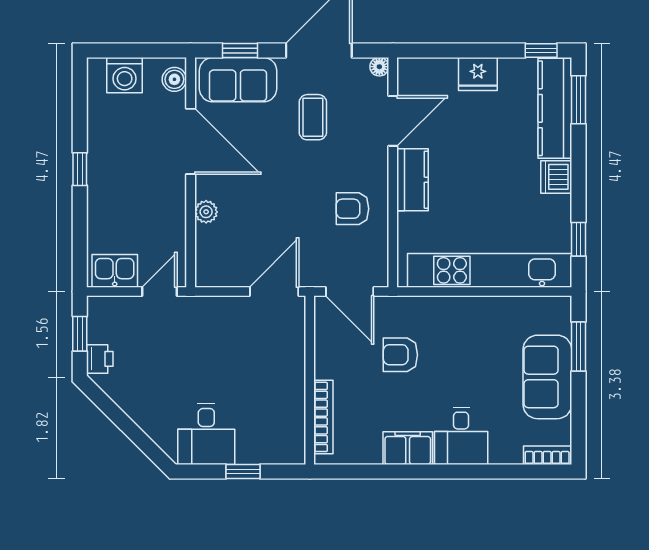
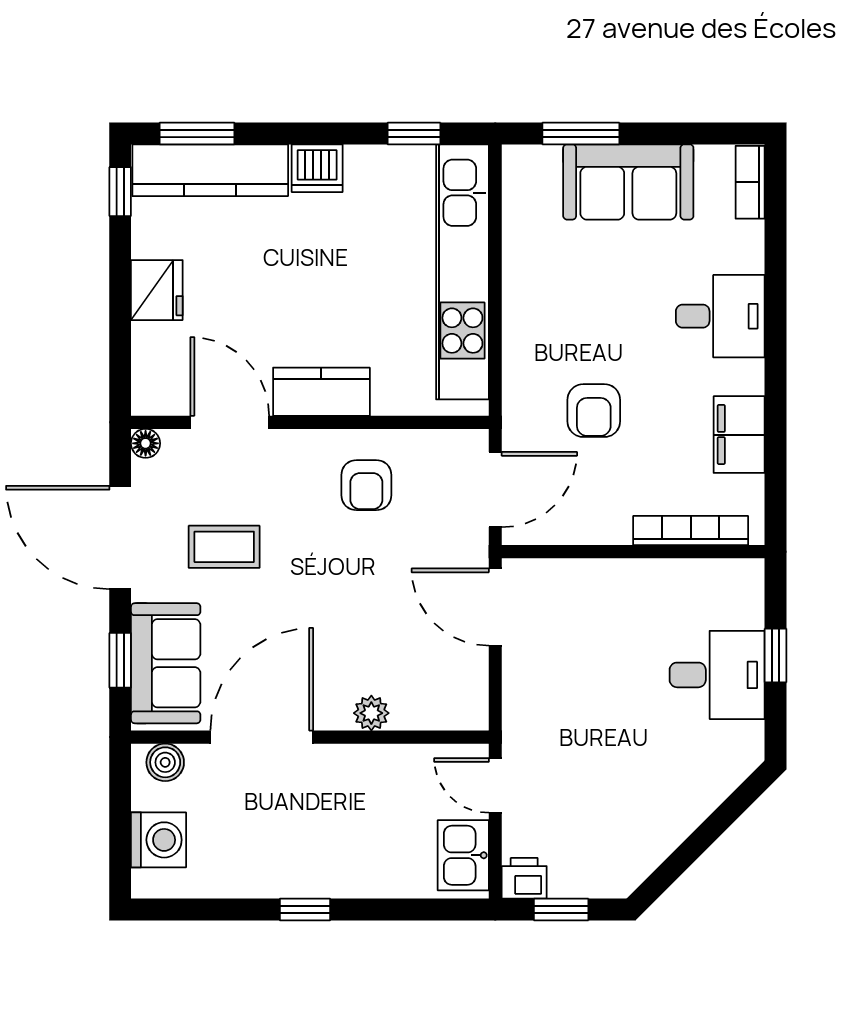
printer: (100, 359) -> (524, 878), moved
desk: (206, 434) -> (717, 675), moved
filing cabinet: (408, 448) -> (739, 435), moved

